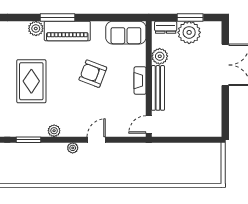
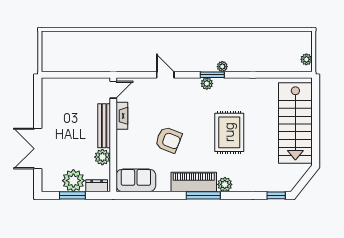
fireplace: (140, 81) -> (122, 116), moved
window: (28, 140) -> (212, 75), moved
door: (96, 140) -> (165, 75), swing flipped
plant: (73, 148) -> (222, 67), moved

